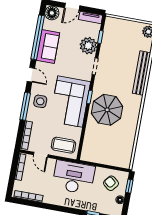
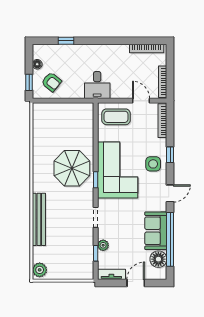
floor lamp: (52, 13) -> (158, 259), moved
plant: (88, 46) -> (103, 245), width x0.53, depth x0.53
door: (31, 75) -> (170, 193), swing flipped
window: (25, 106) -> (170, 155), width x0.46
desk: (74, 177) -> (97, 85), width x0.53, depth x0.77

